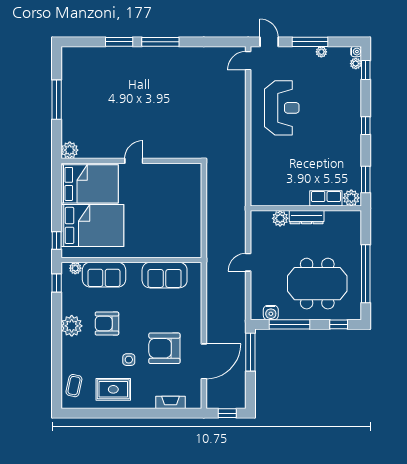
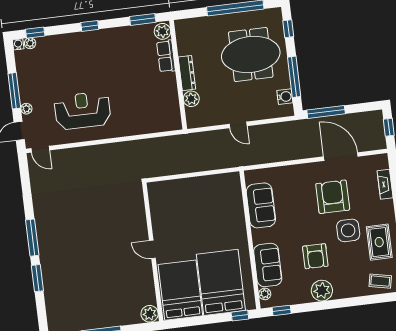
plant: (321, 52) -> (26, 109), moved
meeting table: (317, 284) -> (251, 54), turned 90
armchair: (164, 348) -> (333, 197), turned 180
side table: (129, 360) -> (348, 230), width x1.87, depth x1.87

